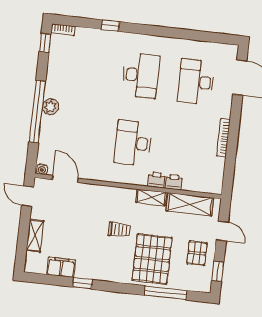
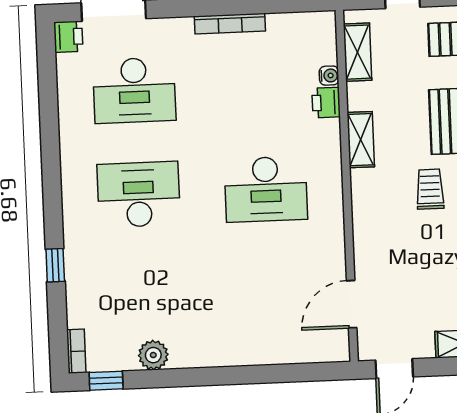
plant: (50, 107) -> (153, 355), moved
window: (37, 111) -> (235, 375), removed
water cooler: (42, 169) -> (329, 76), moved
printer: (156, 180) -> (68, 37), moved, turned 180
shelving: (190, 204) -> (358, 52), width x0.67, depth x0.75

